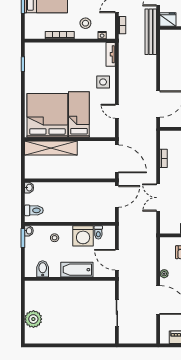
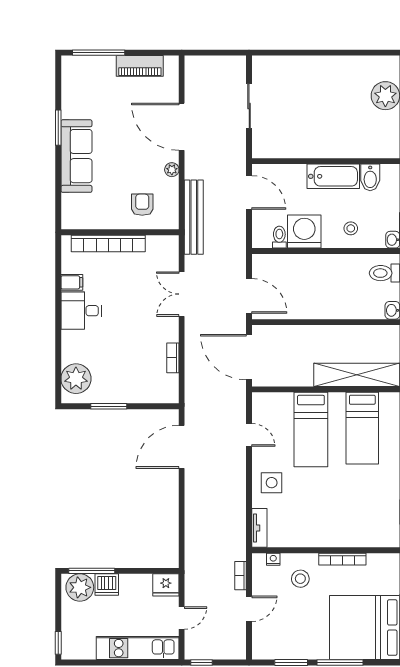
bench: (151, 32) -> (194, 217), moved
bed: (47, 115) -> (362, 428), width x0.49
door: (117, 196) -> (249, 296), swing flipped
double door: (158, 198) -> (182, 294), swing flipped
bathtub: (77, 270) -> (333, 176), moved

